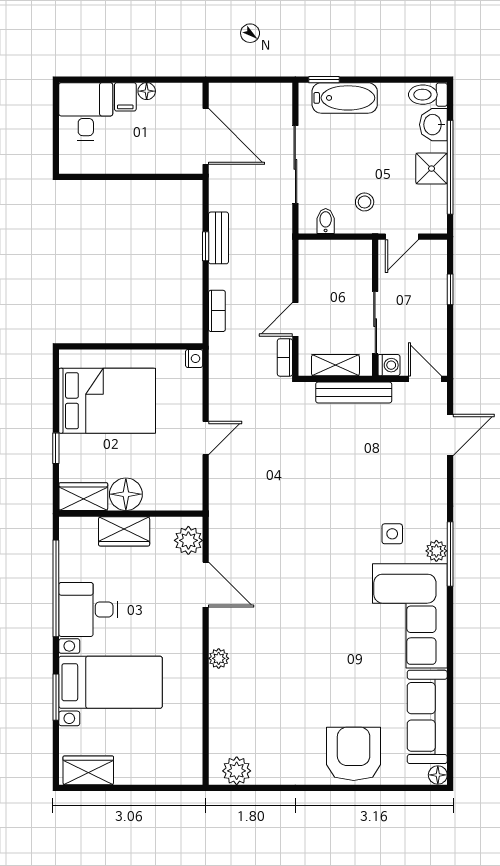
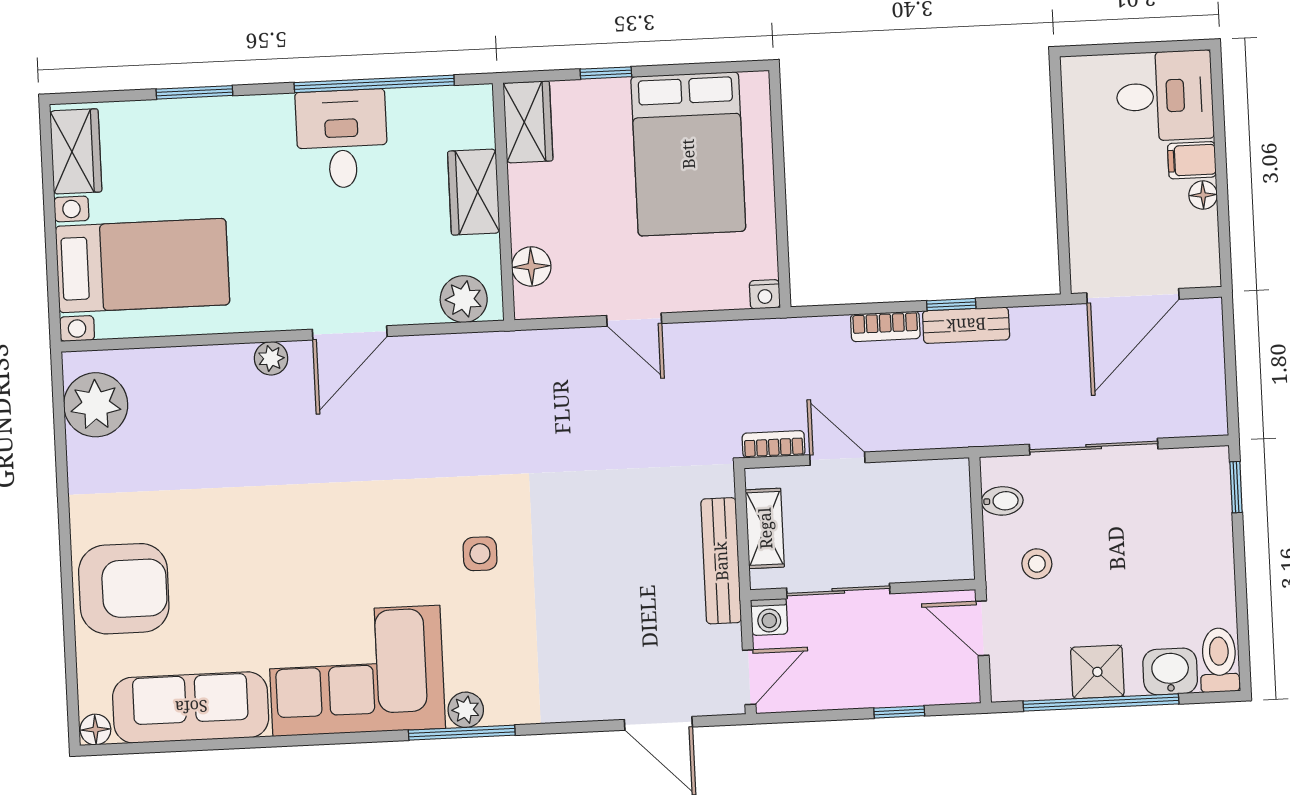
bathtub: (345, 98) -> (1207, 523), removed
bookcase: (217, 311) -> (885, 326), moved
floor lamp: (126, 494) -> (531, 266), moved, width x0.73, depth x0.73
side table: (392, 534) -> (480, 554), moved
door: (206, 585) -> (350, 333), moved
bed with nightstands: (111, 682) -> (142, 266), moved, turned -90
plant: (237, 771) -> (96, 405), width x1.36, depth x1.36

